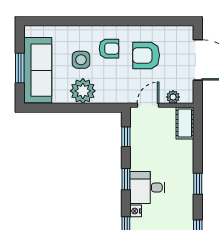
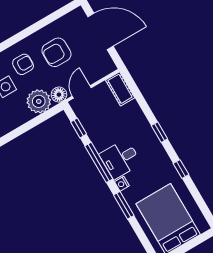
plant: (83, 91) -> (39, 101), moved
floor lamp: (126, 96) -> (59, 95), added
plant: (173, 97) -> (98, 73), removed
window: (126, 179) -> (99, 162), width x2.17

